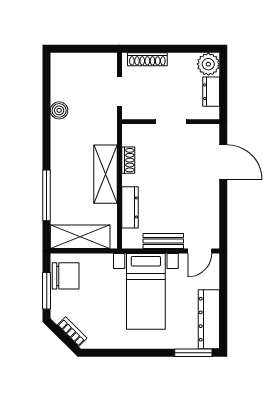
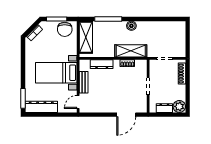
boiler: (59, 110) -> (131, 26), moved
shelving: (106, 174) -> (131, 51), moved
door: (200, 251) -> (78, 102), hinge flipped

